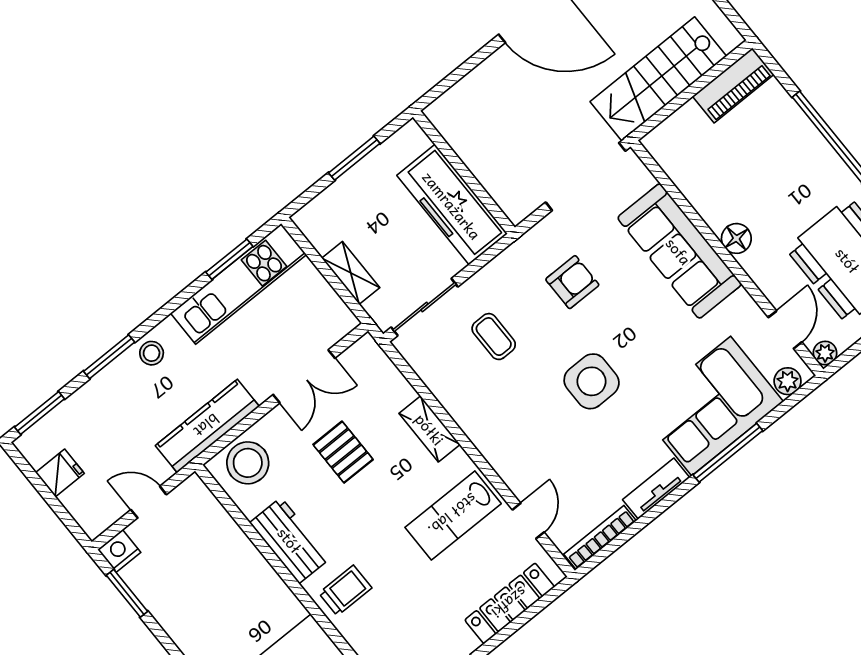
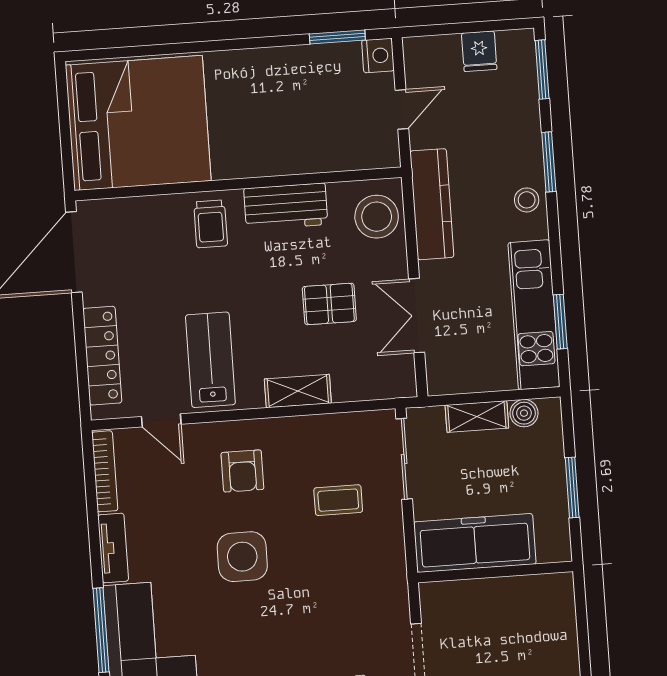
boiler: (322, 237) -> (524, 413), added
armchair: (572, 282) -> (242, 471), moved

